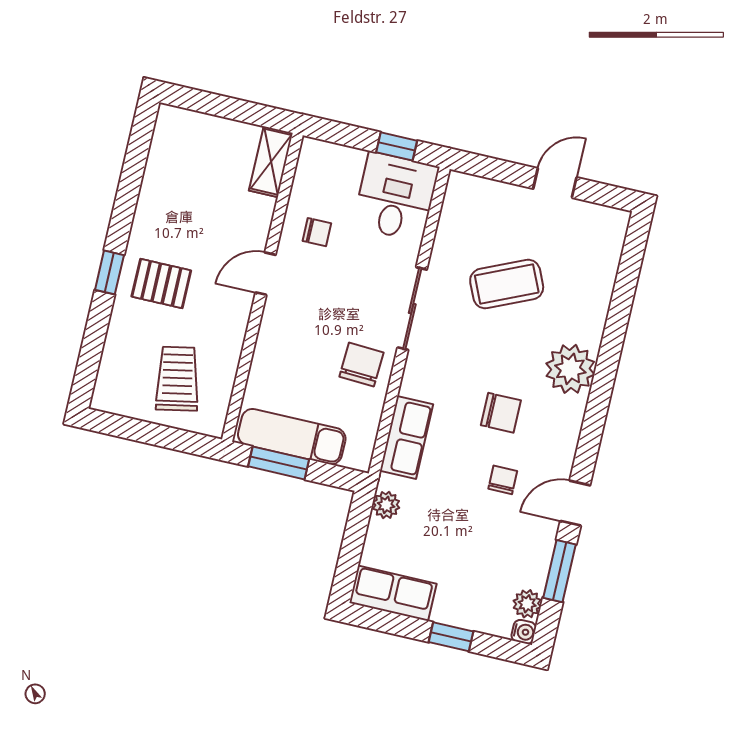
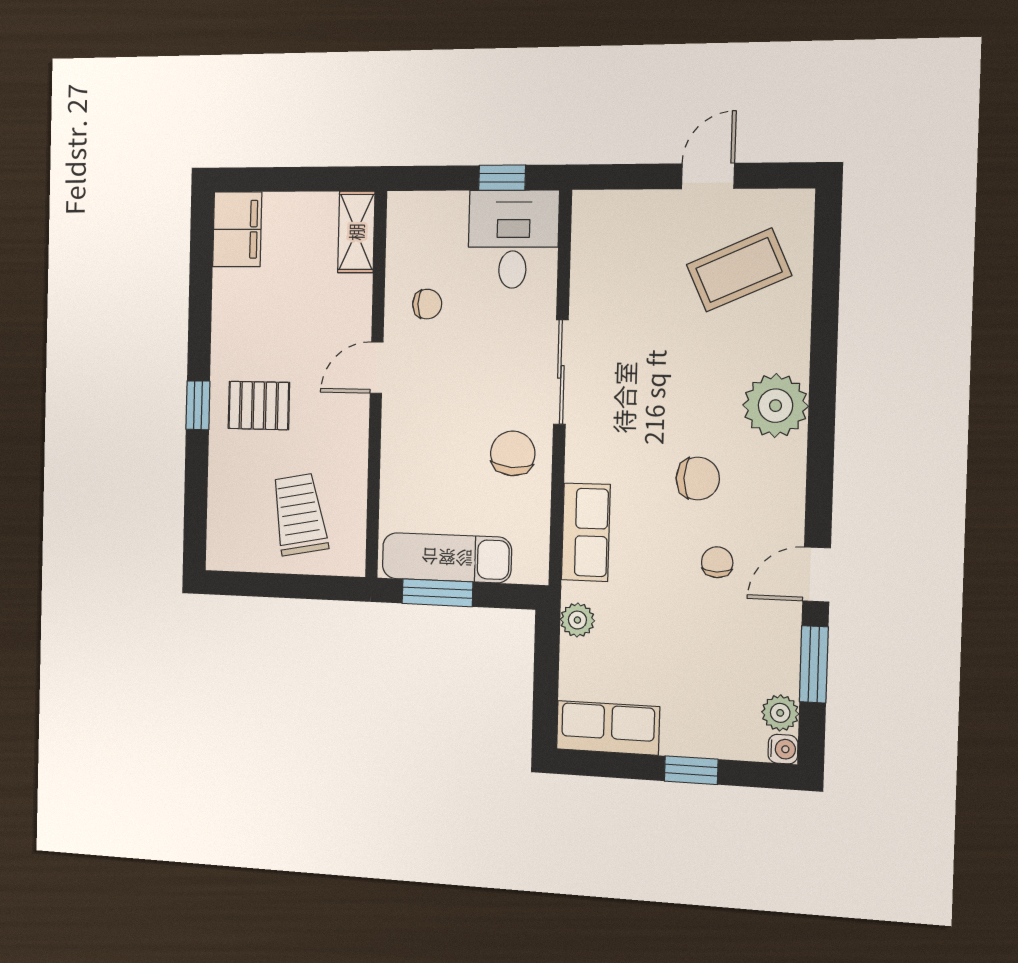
filing cabinet: (172, 137) -> (237, 229), added
coffee table: (507, 284) -> (739, 270), moved

